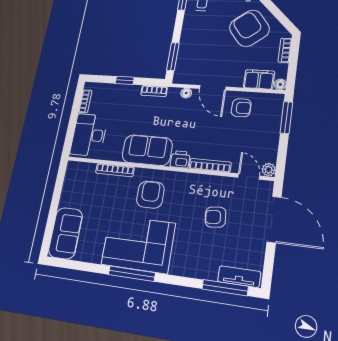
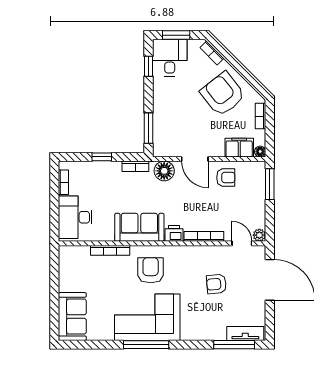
floor lamp: (186, 93) -> (164, 171), width x1.89, depth x1.89

